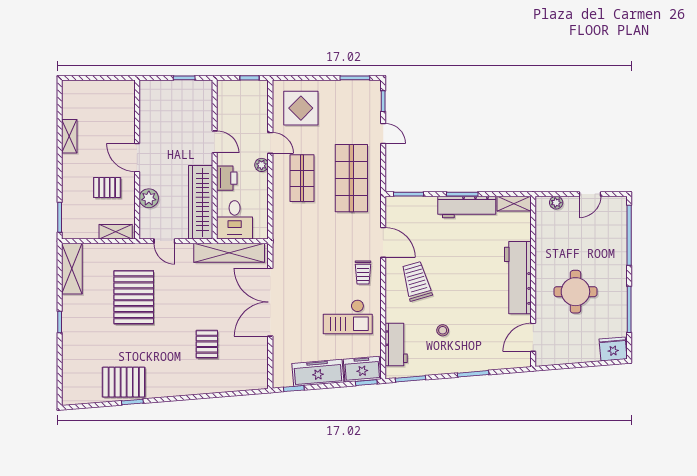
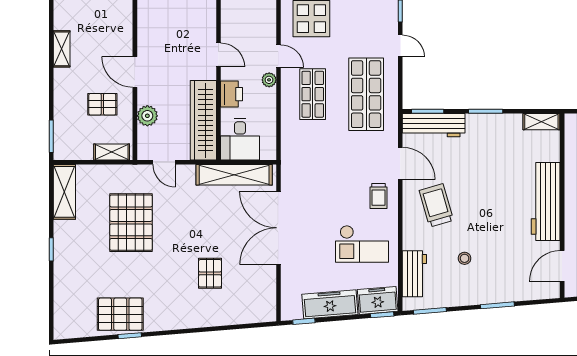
workbench: (467, 207) -> (434, 125), moved

